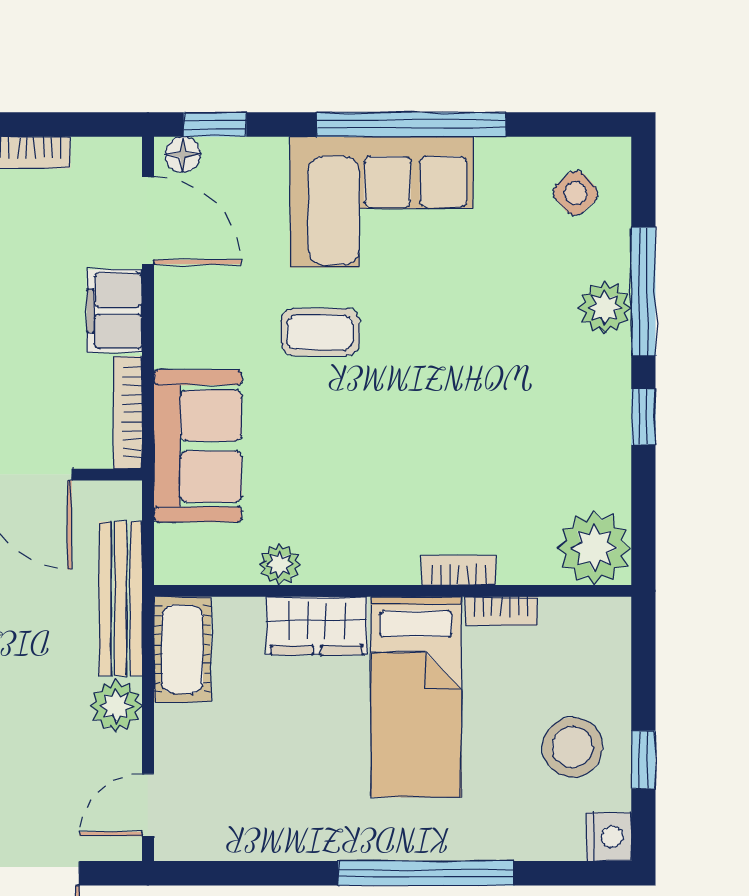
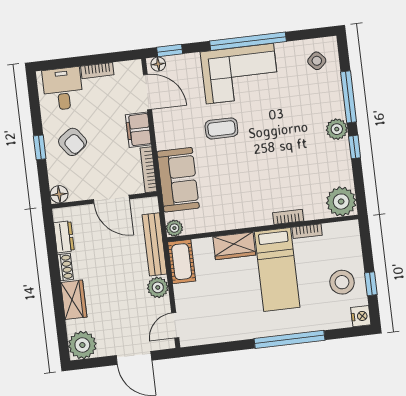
plant: (605, 308) -> (337, 129), moved
plant: (280, 564) -> (174, 228), moved

